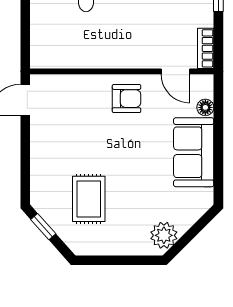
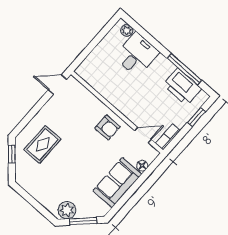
door: (175, 71) -> (143, 135), swing flipped
rug: (89, 199) -> (43, 144), moved
window: (194, 231) -> (83, 221), added

